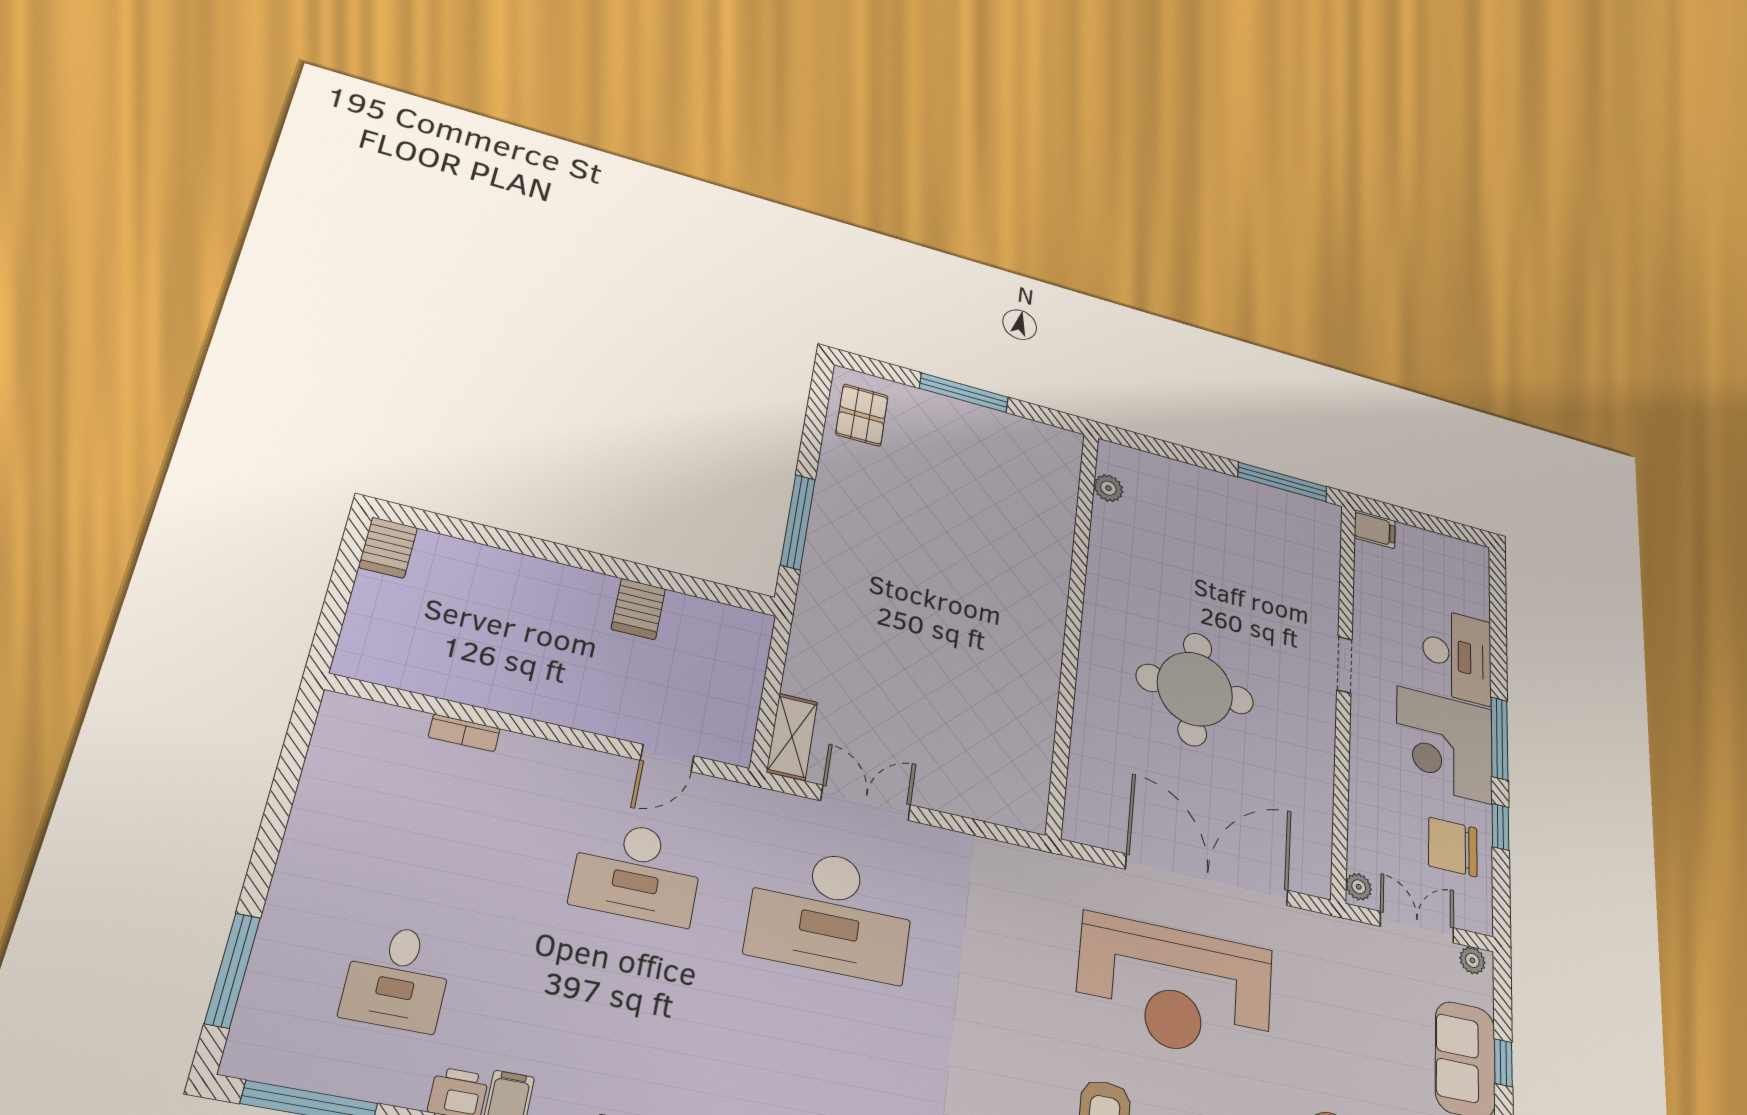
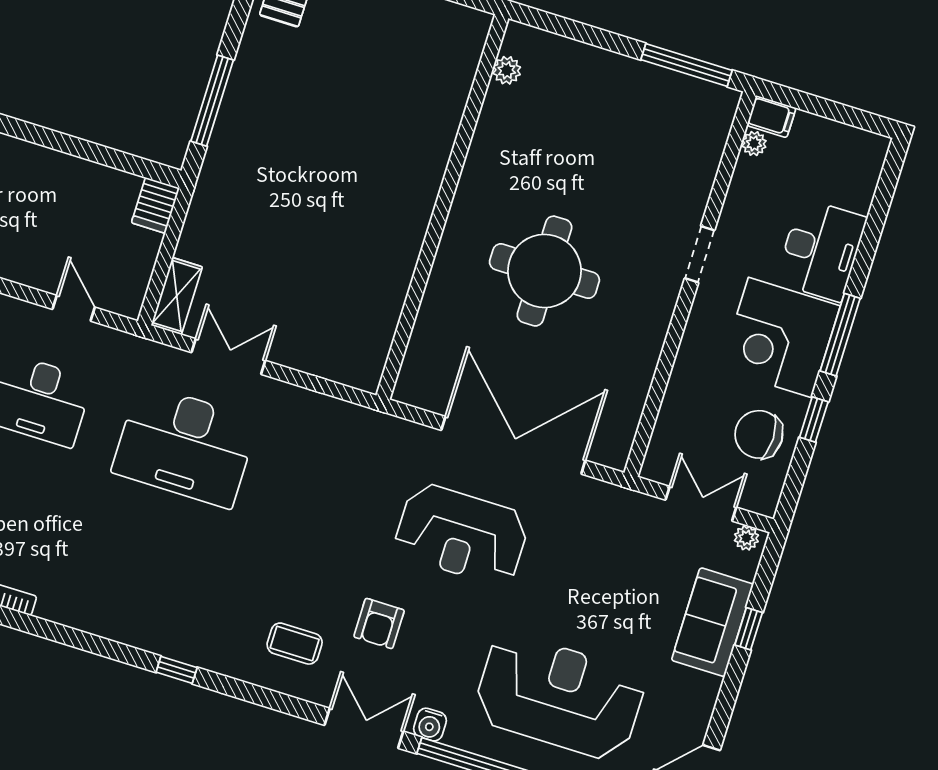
server rack: (638, 609) -> (155, 205), moved
door: (667, 758) -> (74, 308), swing flipped
plant: (1359, 887) -> (754, 143), moved
reception desk: (1175, 988) -> (462, 534), width x0.74, depth x0.77

